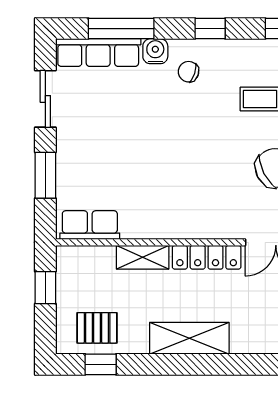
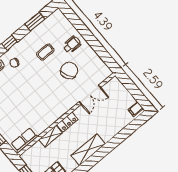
locker: (207, 257) -> (67, 122), width x0.66

